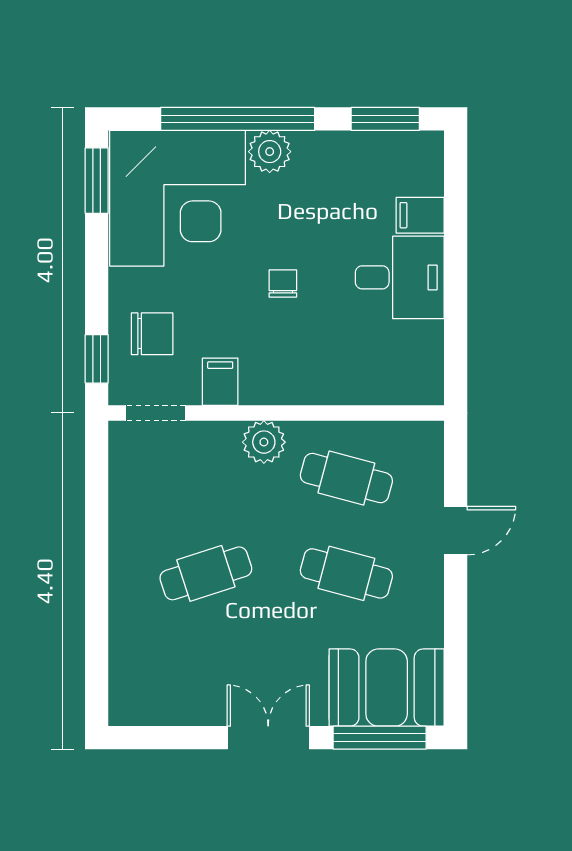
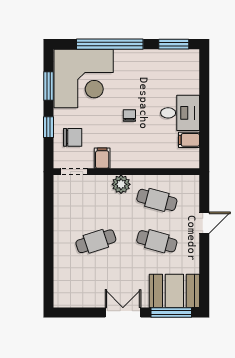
plant: (270, 152) -> (124, 58), removed
window: (97, 181) -> (49, 86), moved
filing cabinet: (420, 215) -> (189, 140), moved
window: (97, 359) -> (49, 127), moved

